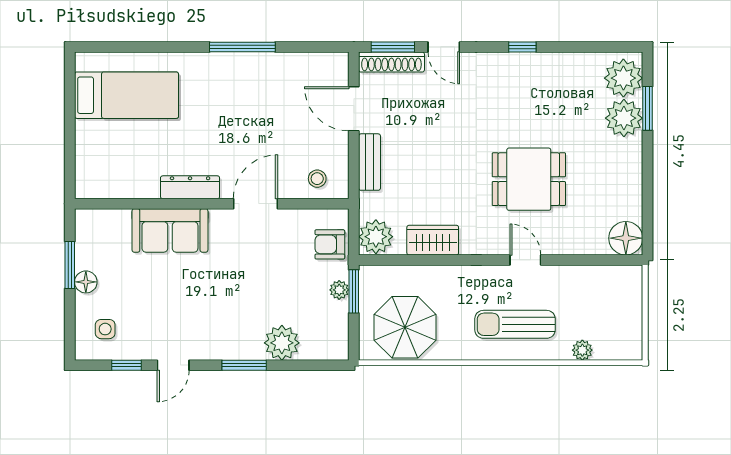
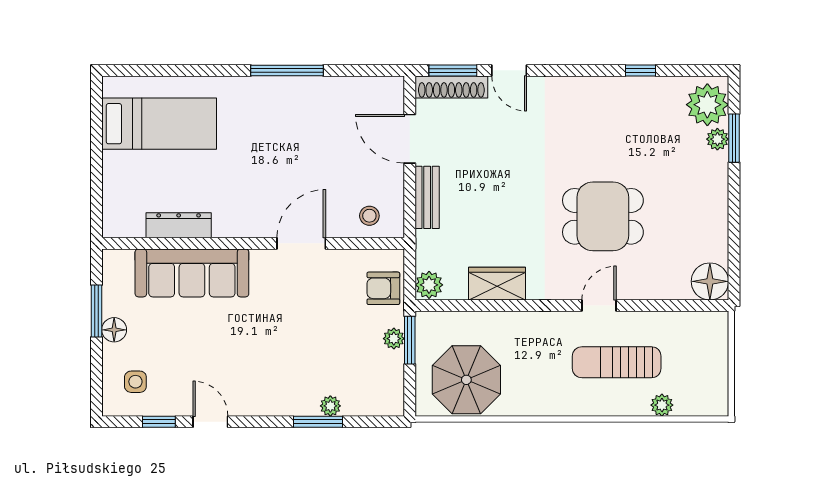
window: (522, 47) -> (640, 70), moved
plant: (624, 118) -> (717, 139), width x0.53, depth x0.53
dresser: (190, 187) -> (179, 225), moved
sofa: (170, 230) -> (192, 273), width x1.36
plant: (376, 237) -> (429, 285), width x0.73, depth x0.73
door: (525, 260) -> (599, 306), hinge flipped
sun lounger: (515, 324) -> (617, 362), moved
plant: (282, 343) -> (330, 406), width x0.53, depth x0.53
door: (173, 365) -> (210, 422), swing flipped
window: (244, 365) -> (318, 422), moved

